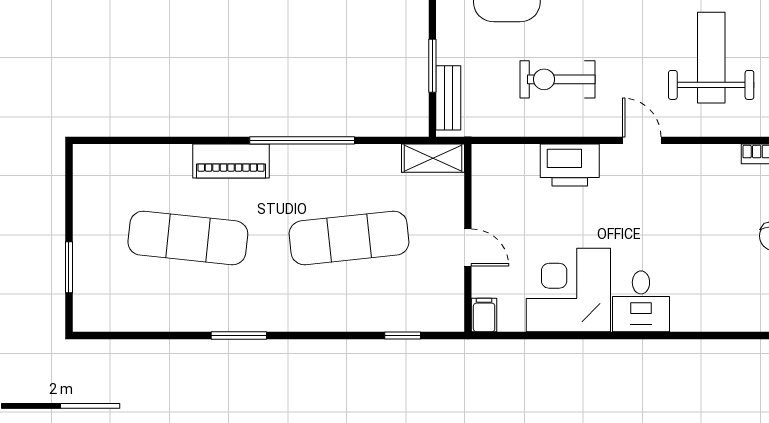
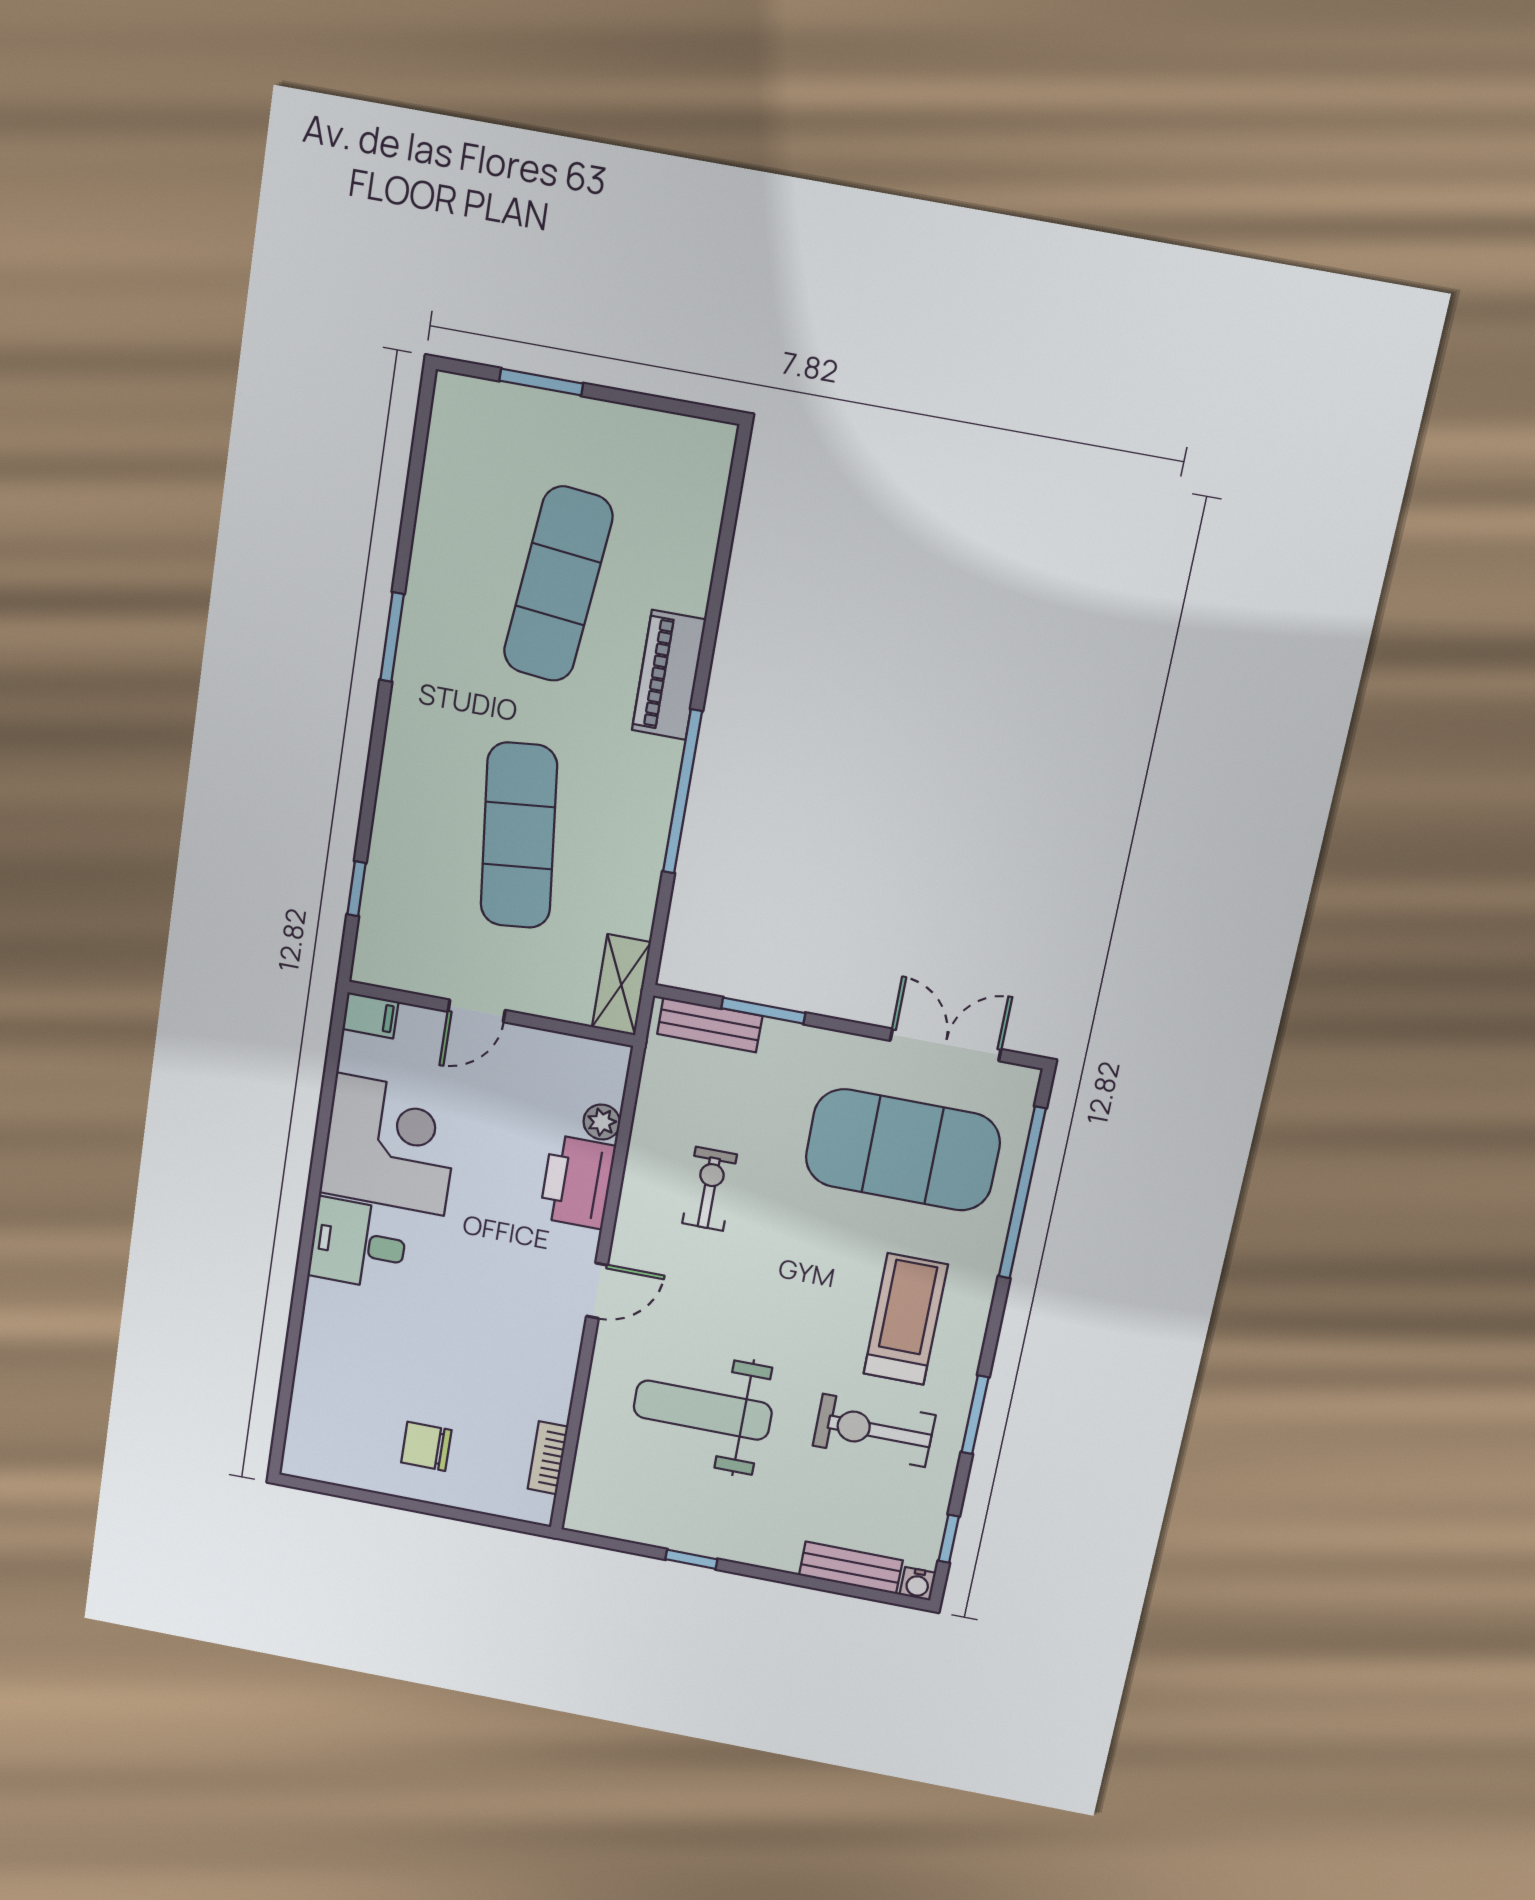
weight bench: (711, 58) -> (703, 1410), turned 180
exercise bike: (557, 79) -> (709, 1189), width x0.73, depth x0.72
plant: (526, 156) -> (602, 1122), added

